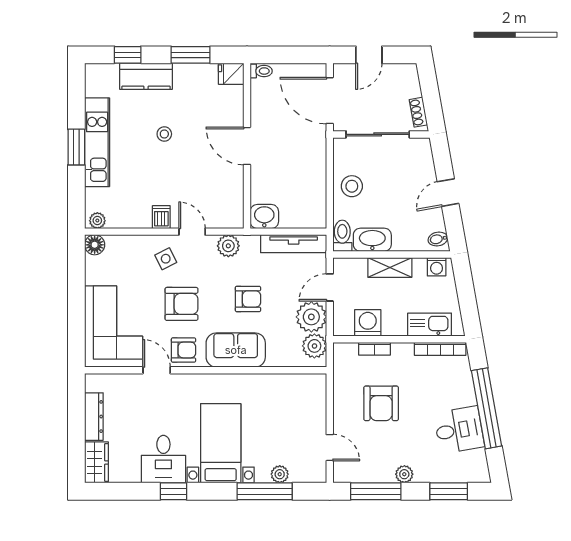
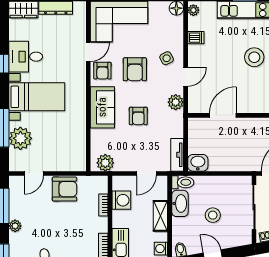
stool: (164, 134) -> (254, 57), width x1.89, depth x1.89
door: (247, 146) -> (223, 115), moved
stool: (352, 186) -> (213, 215), moved
washbasin: (264, 216) -> (198, 163), moved, turned -90
dishwasher: (161, 217) -> (196, 38), moved
tv unit: (294, 244) -> (177, 155), width x0.71
door: (330, 287) -> (146, 173), swing flipped
plant: (311, 317) -> (126, 161), removed
armchair: (381, 403) -> (65, 189), moved, turned 180
plant: (280, 474) -> (20, 138), width x1.88, depth x1.88

